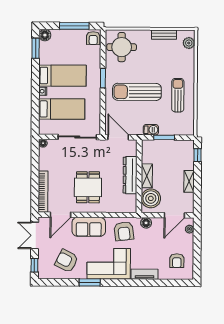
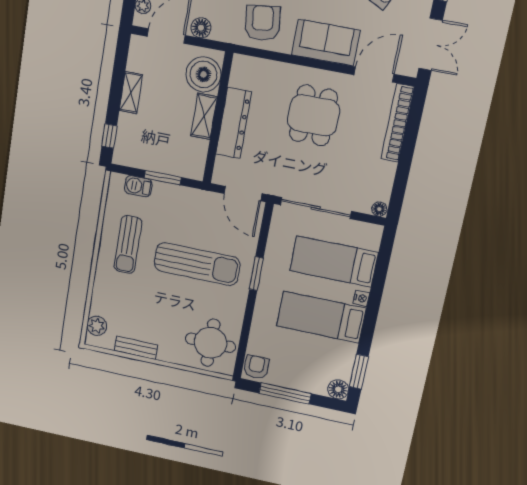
window: (103, 78) -> (256, 274), moved
barbecue: (151, 130) -> (138, 186), moved
floor lamp: (146, 223) -> (201, 28), moved

